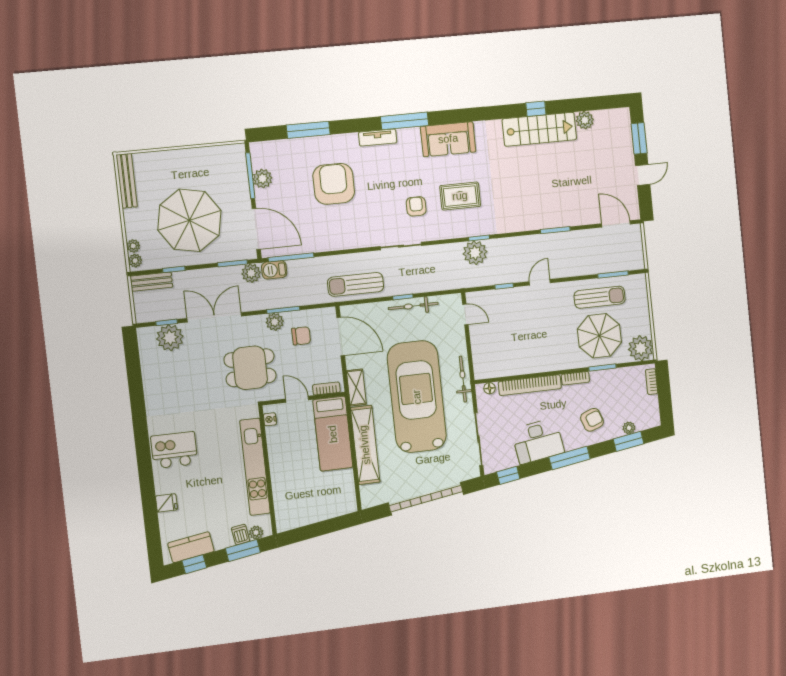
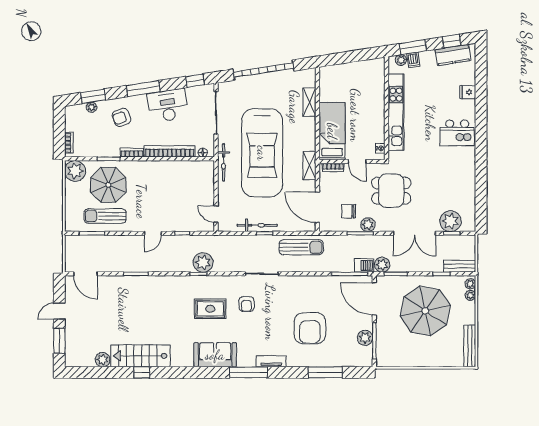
shelving: (365, 445) -> (310, 102), width x0.45, depth x0.75

